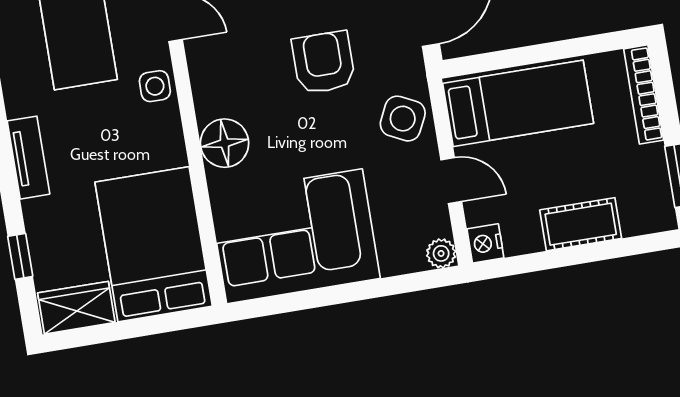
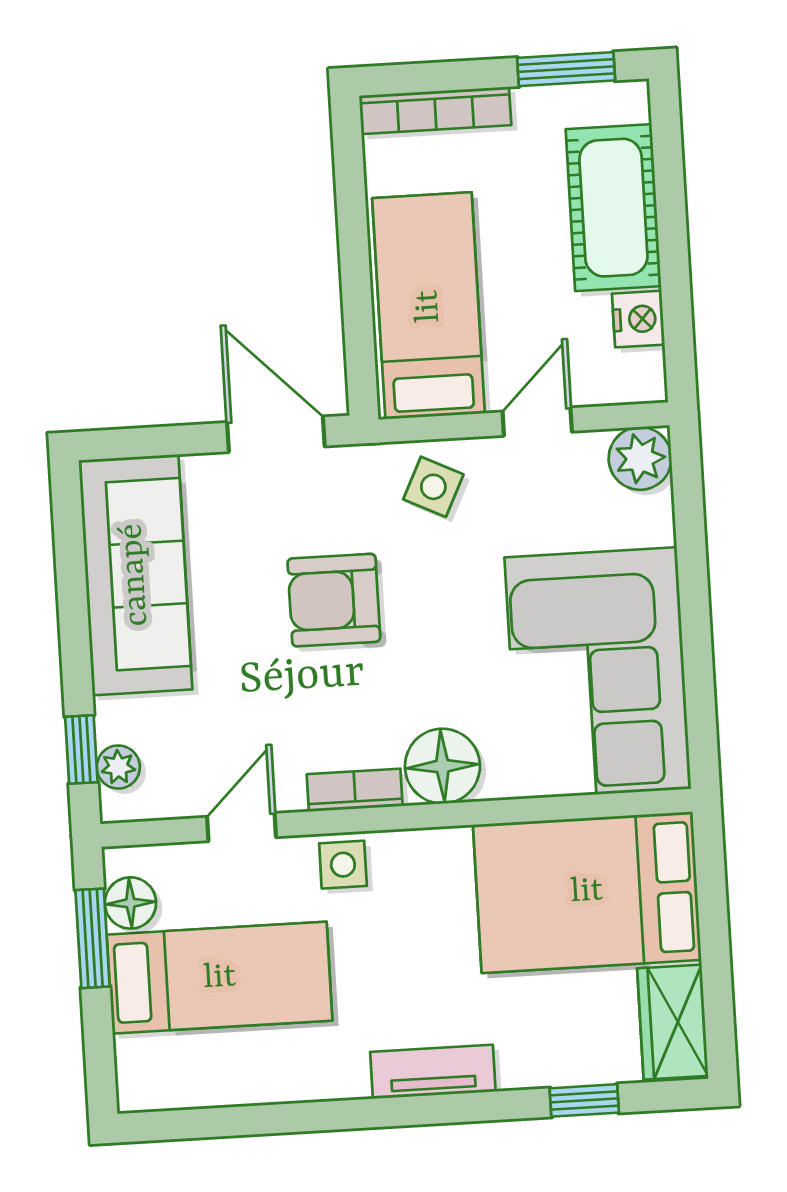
bookcase: (203, 89) -> (355, 790), added
side table: (403, 119) -> (433, 487), width x0.73, depth x0.73
cot: (581, 224) -> (613, 208), width x1.37, depth x1.34
nightstand: (485, 243) -> (638, 319), moved, turned -90
plant: (441, 253) -> (640, 458), width x1.38, depth x1.38

